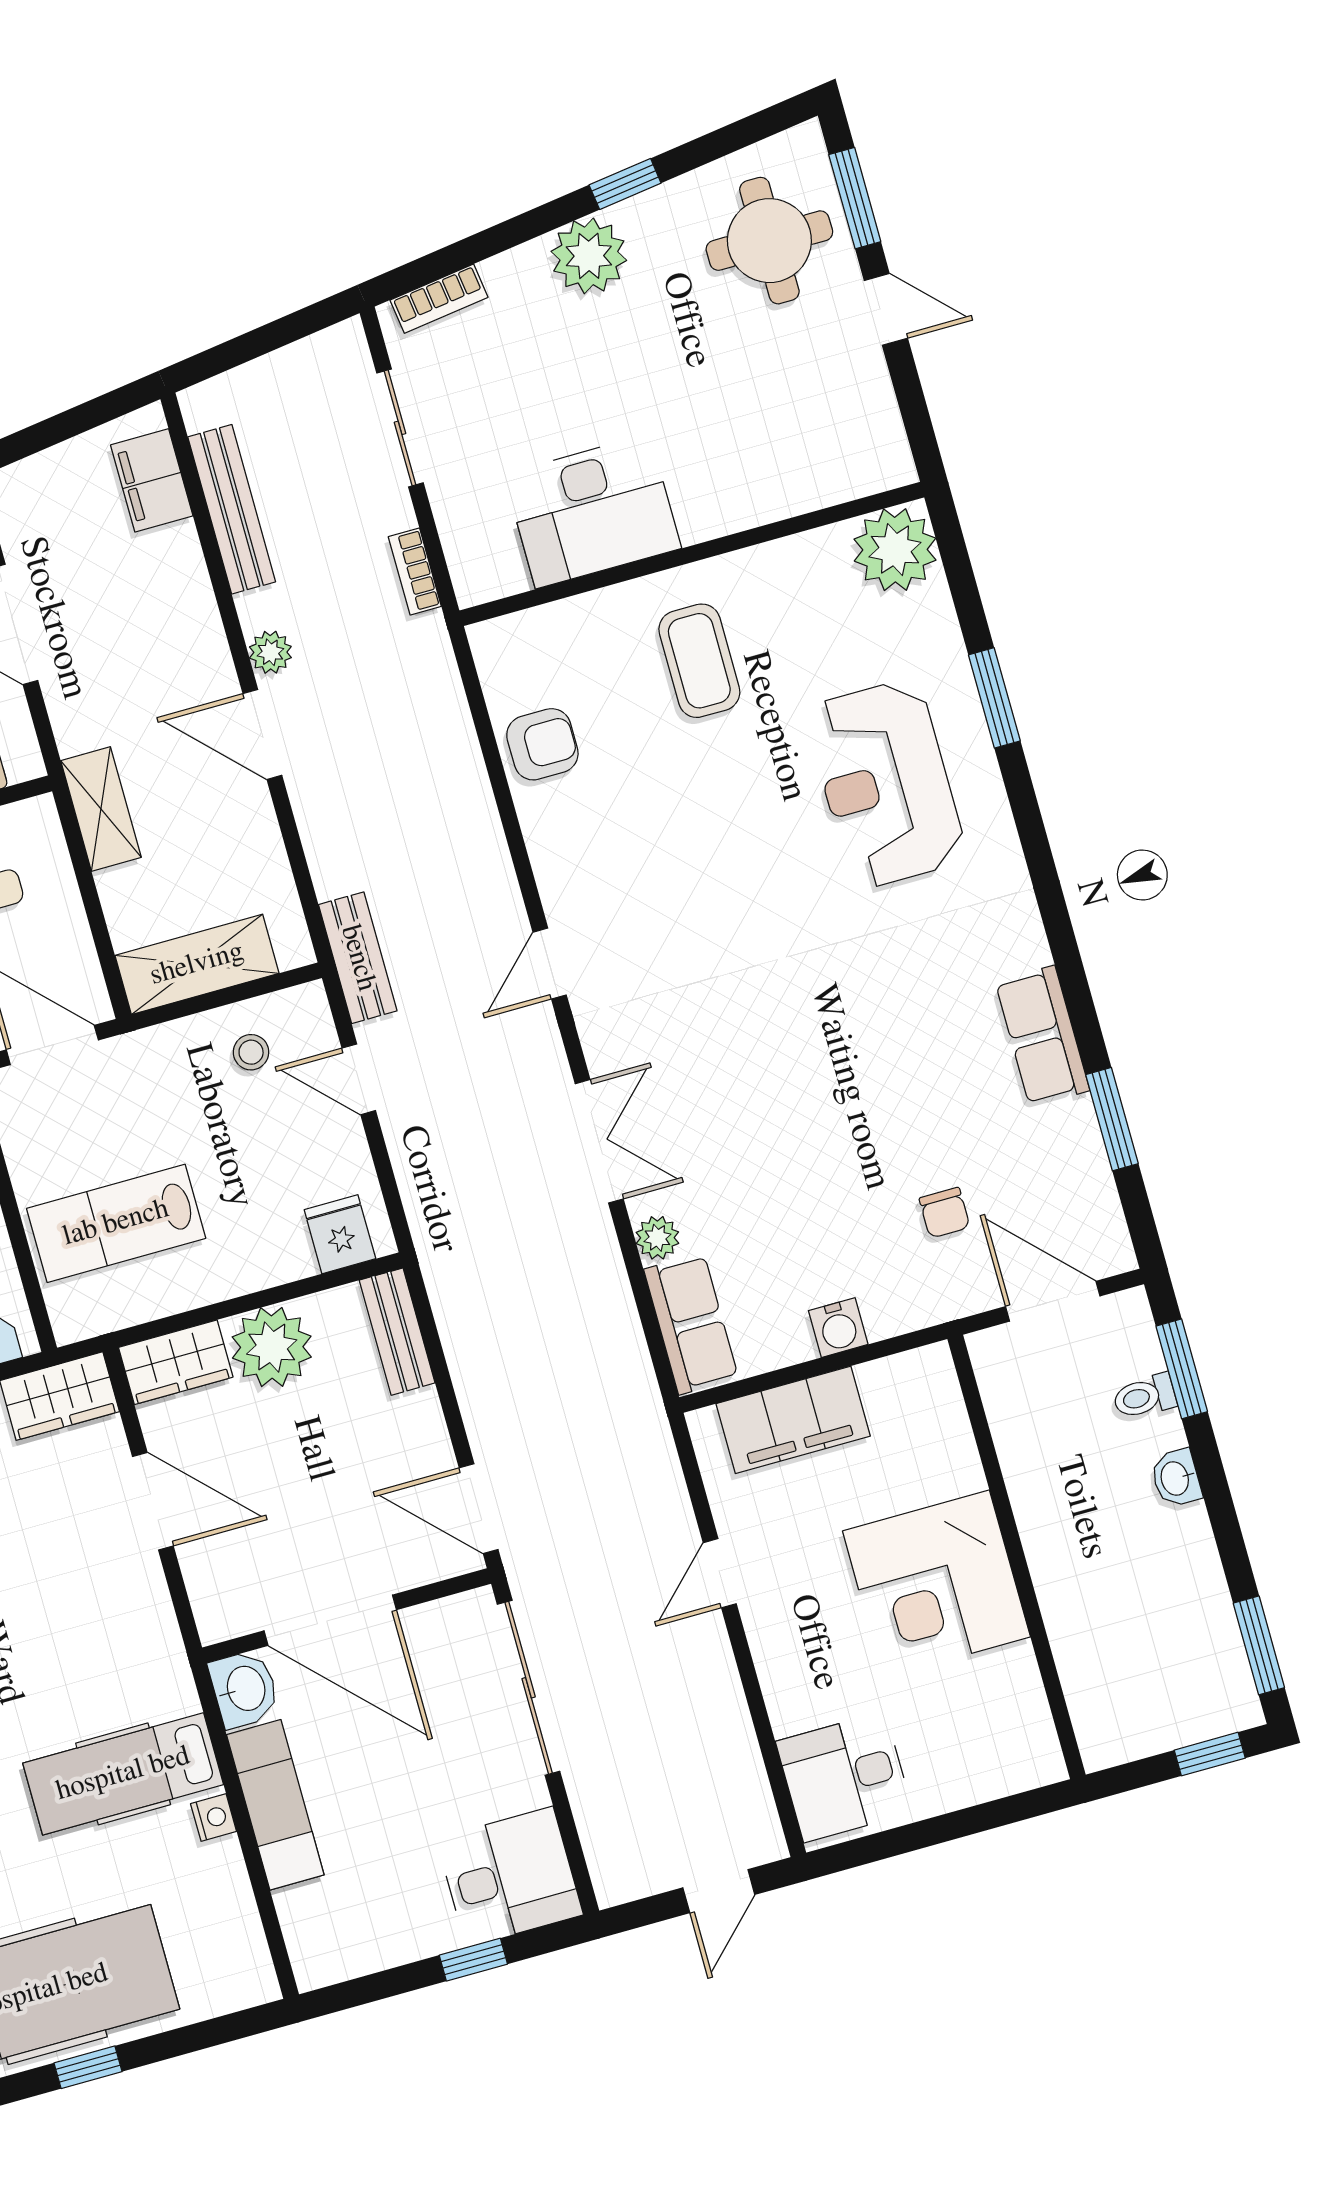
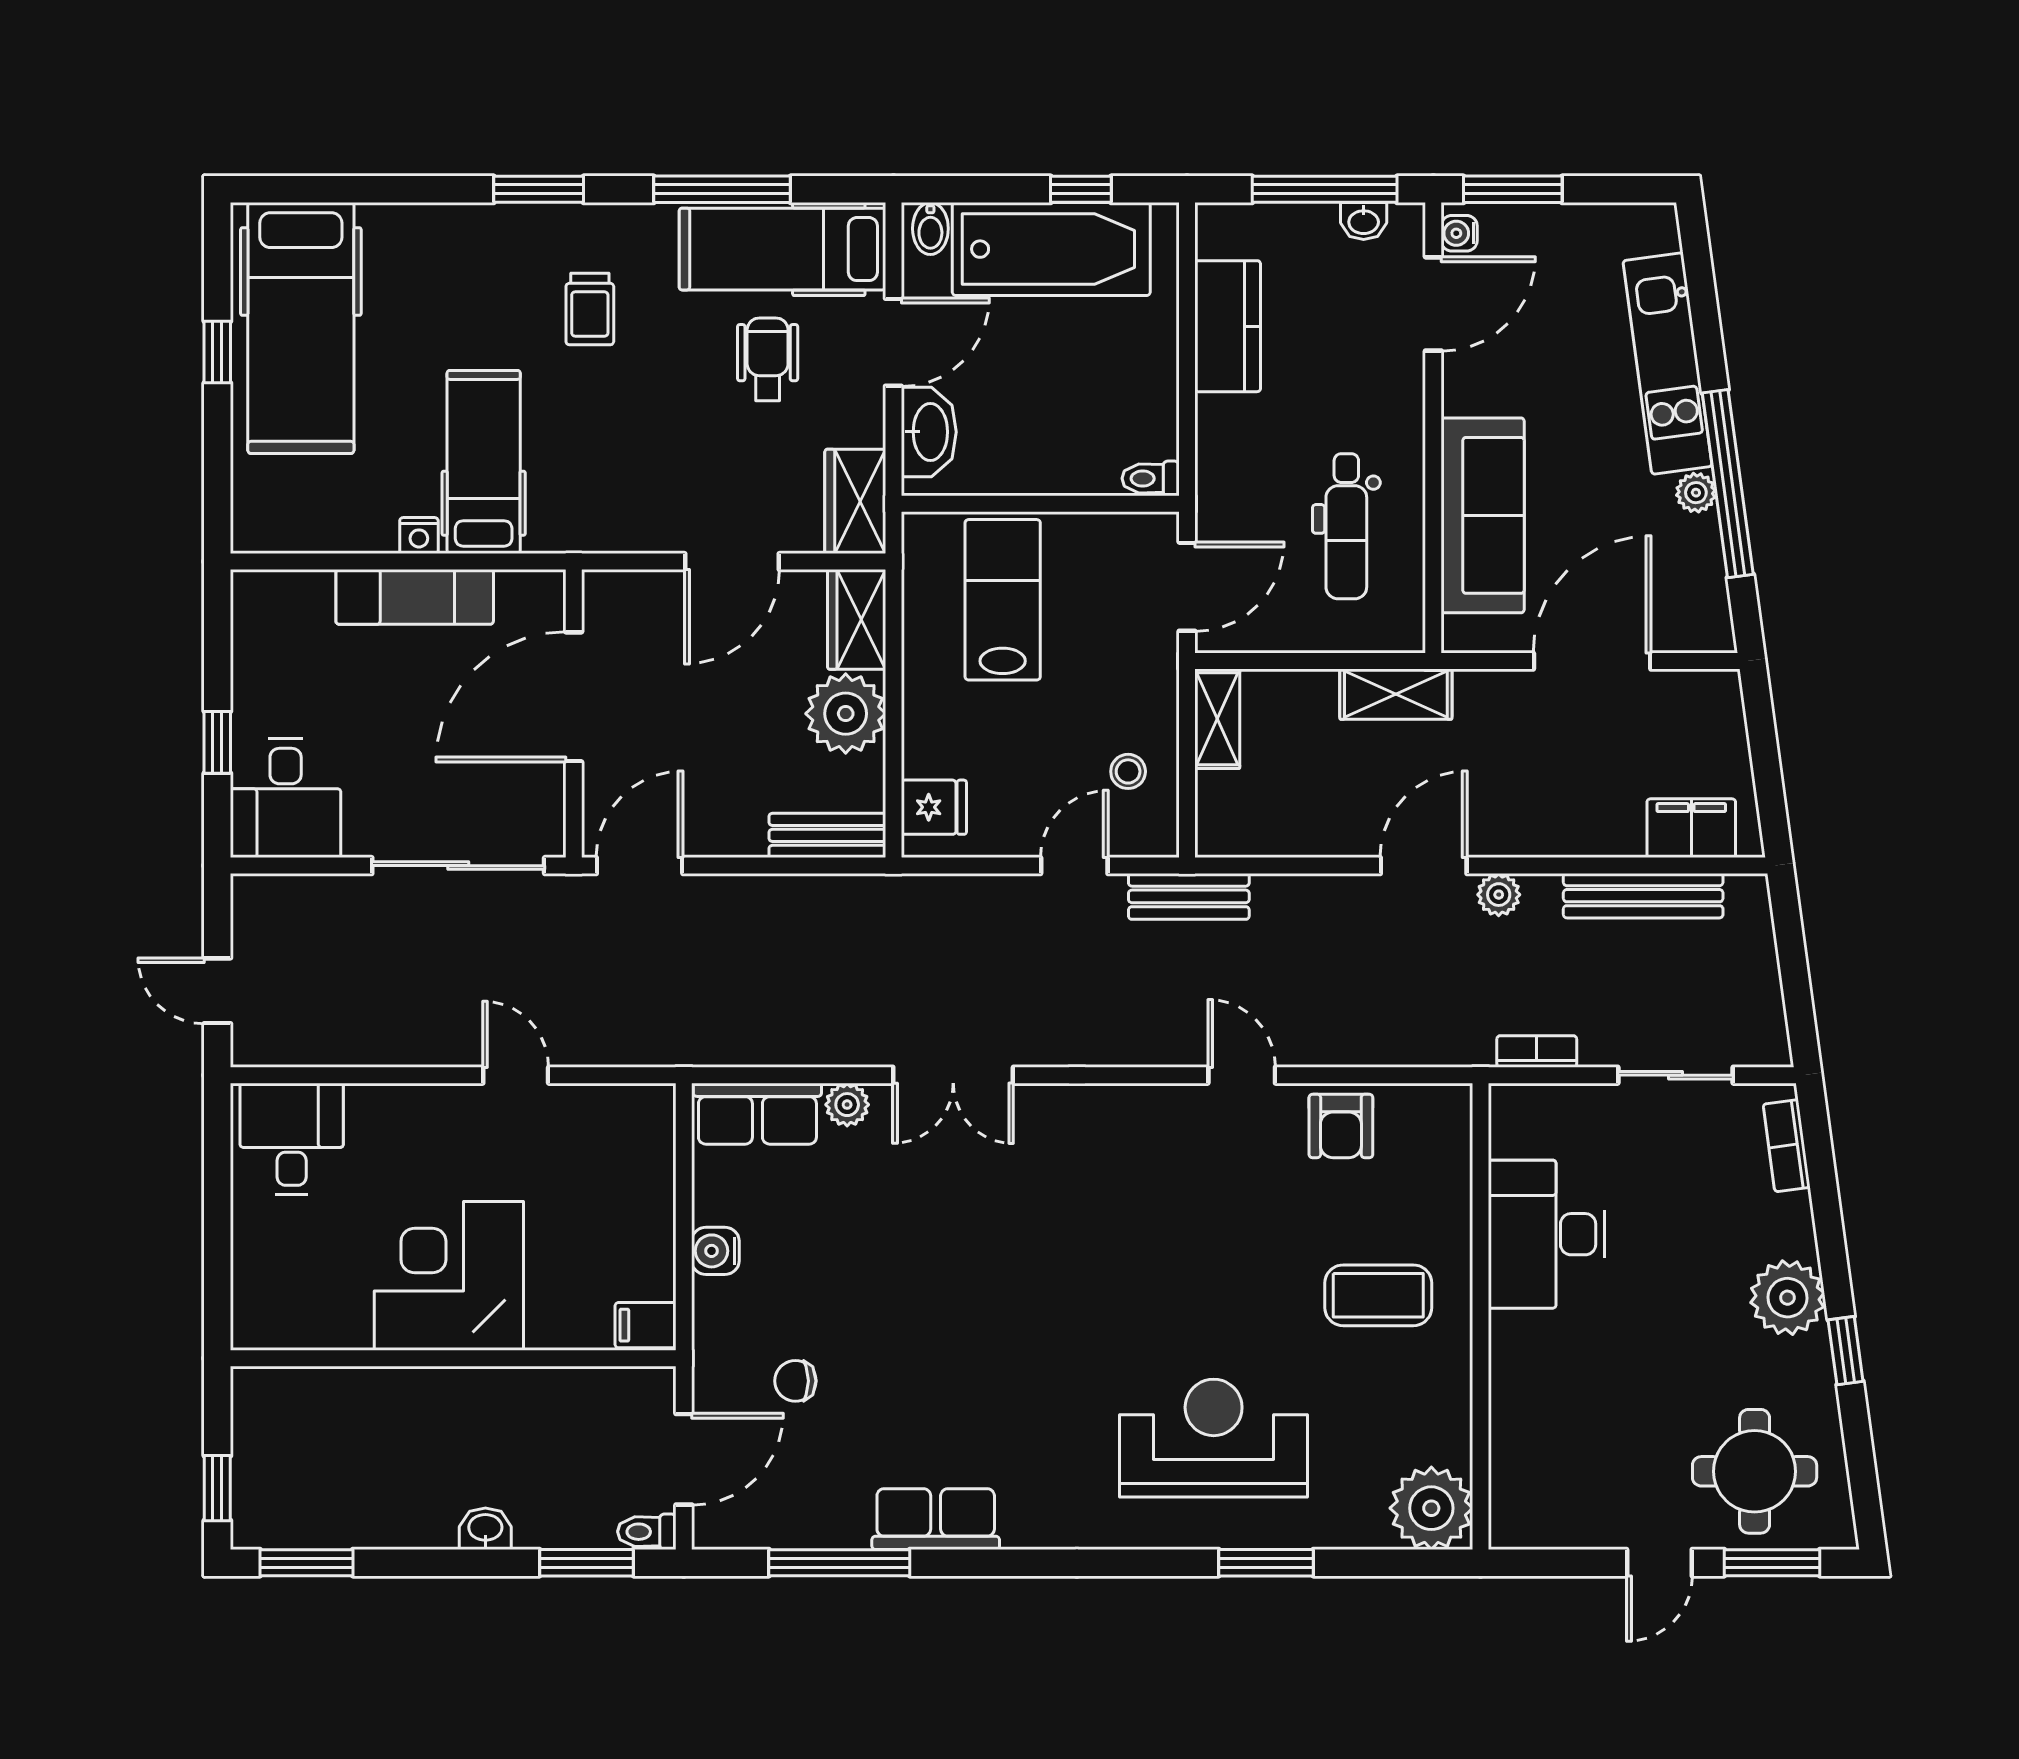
shelving: (197, 964) -> (1217, 719), width x0.67, depth x0.75
door: (550, 964) -> (1242, 1075), moved
window: (1112, 1119) -> (839, 1563), width x1.44
toilet: (1144, 1396) -> (647, 1532), moved, turned -90
filing cabinet: (793, 1420) -> (646, 1325), moved, width x0.33, depth x0.86
washbasin: (244, 1689) -> (532, 598), removed

